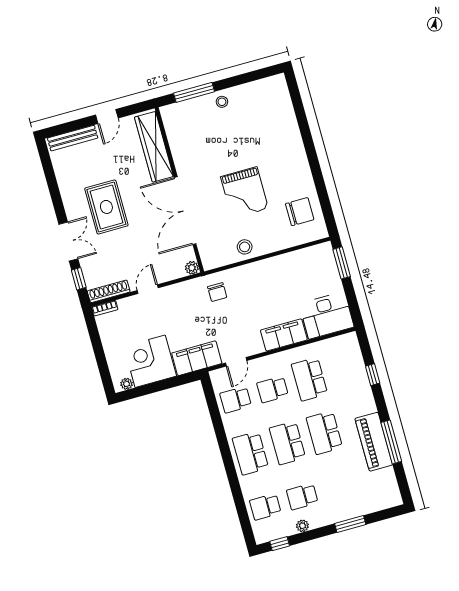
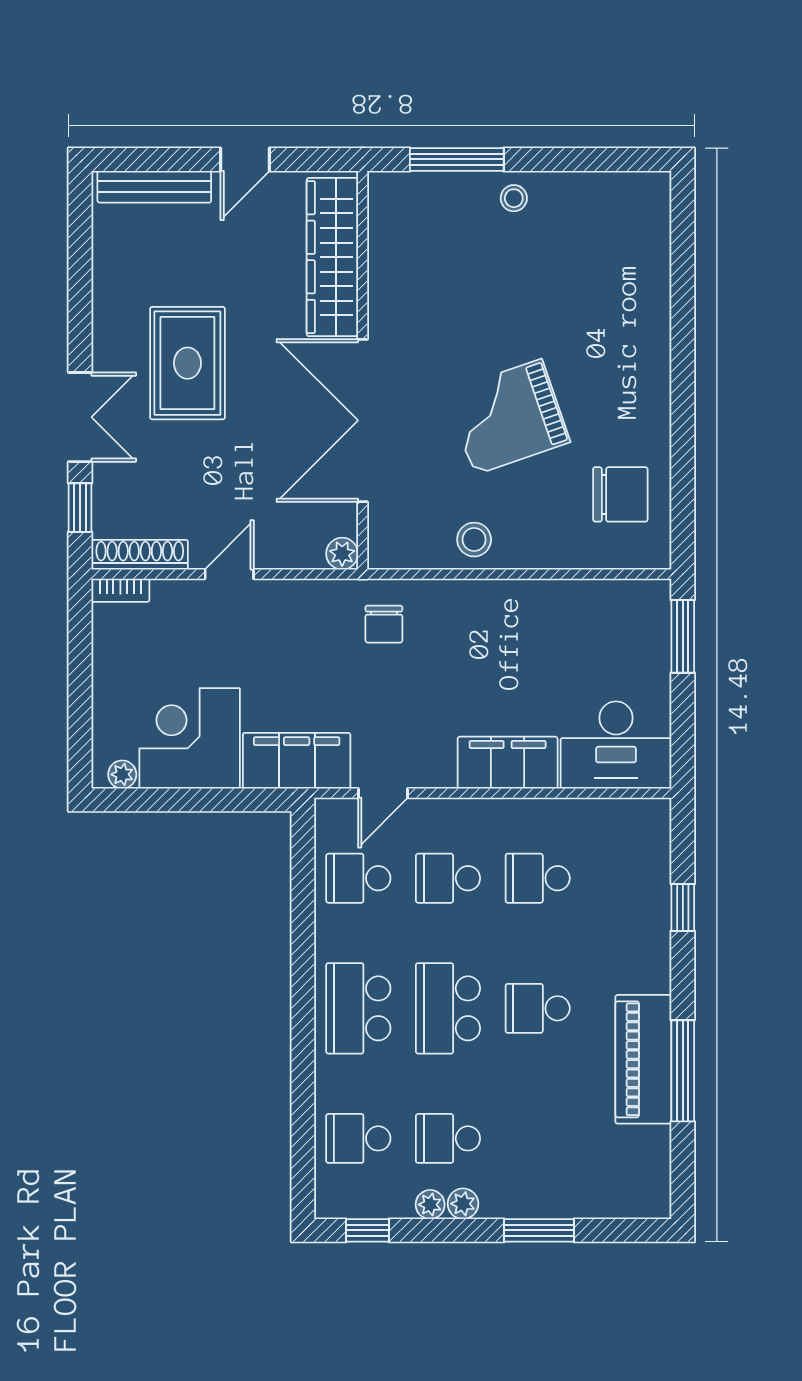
grand piano: (245, 193) -> (508, 417), turned 71
school desk: (309, 379) -> (538, 878), width x0.54
school desk: (324, 433) -> (538, 1008), width x0.54
plant: (316, 522) -> (463, 1204), added

